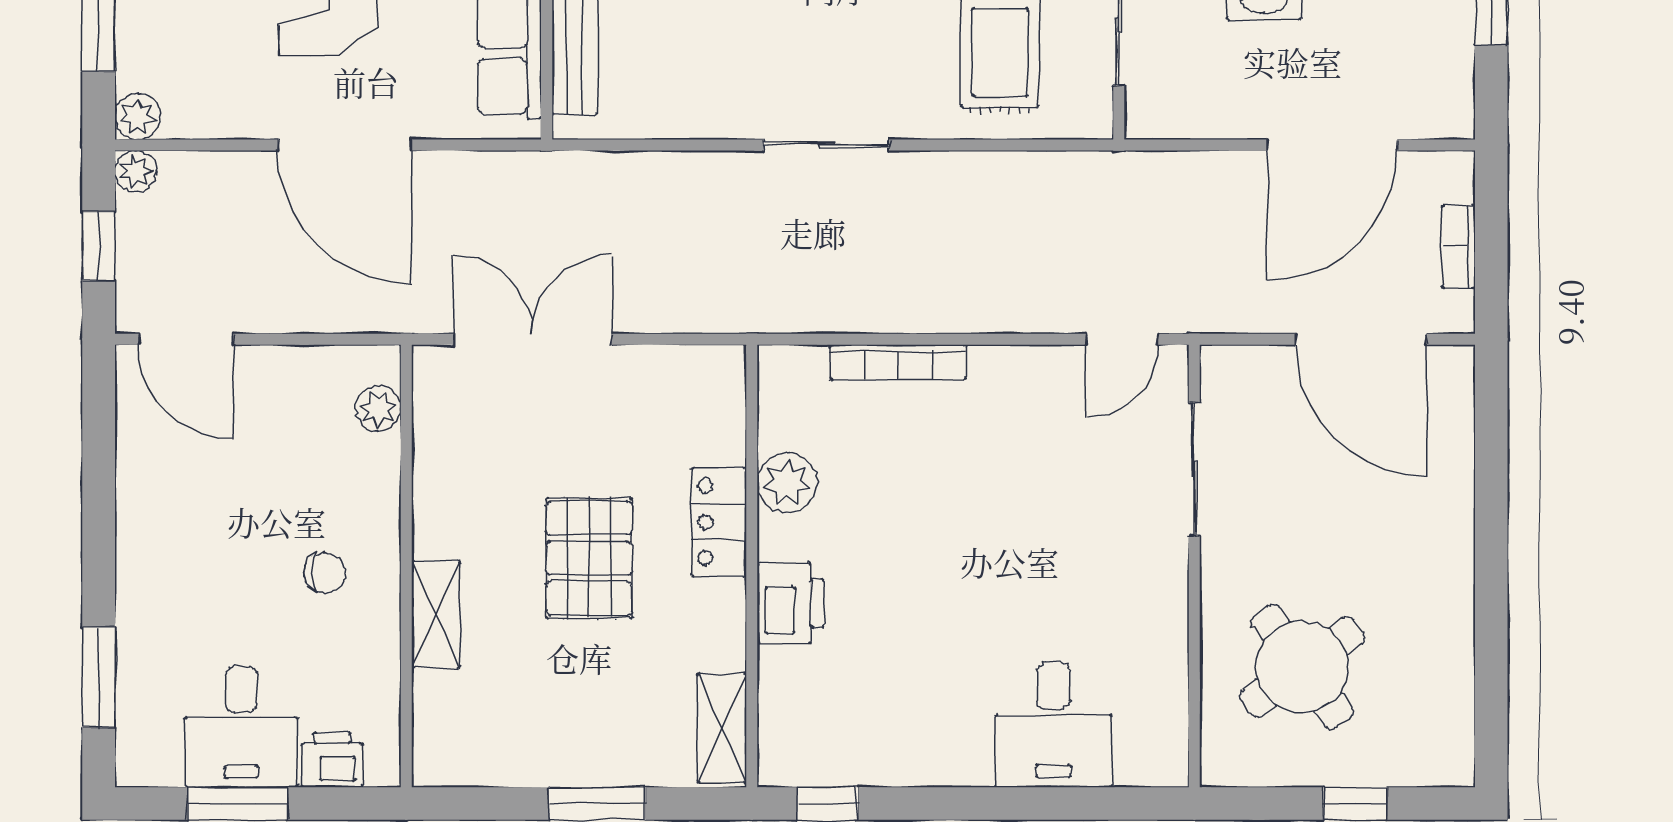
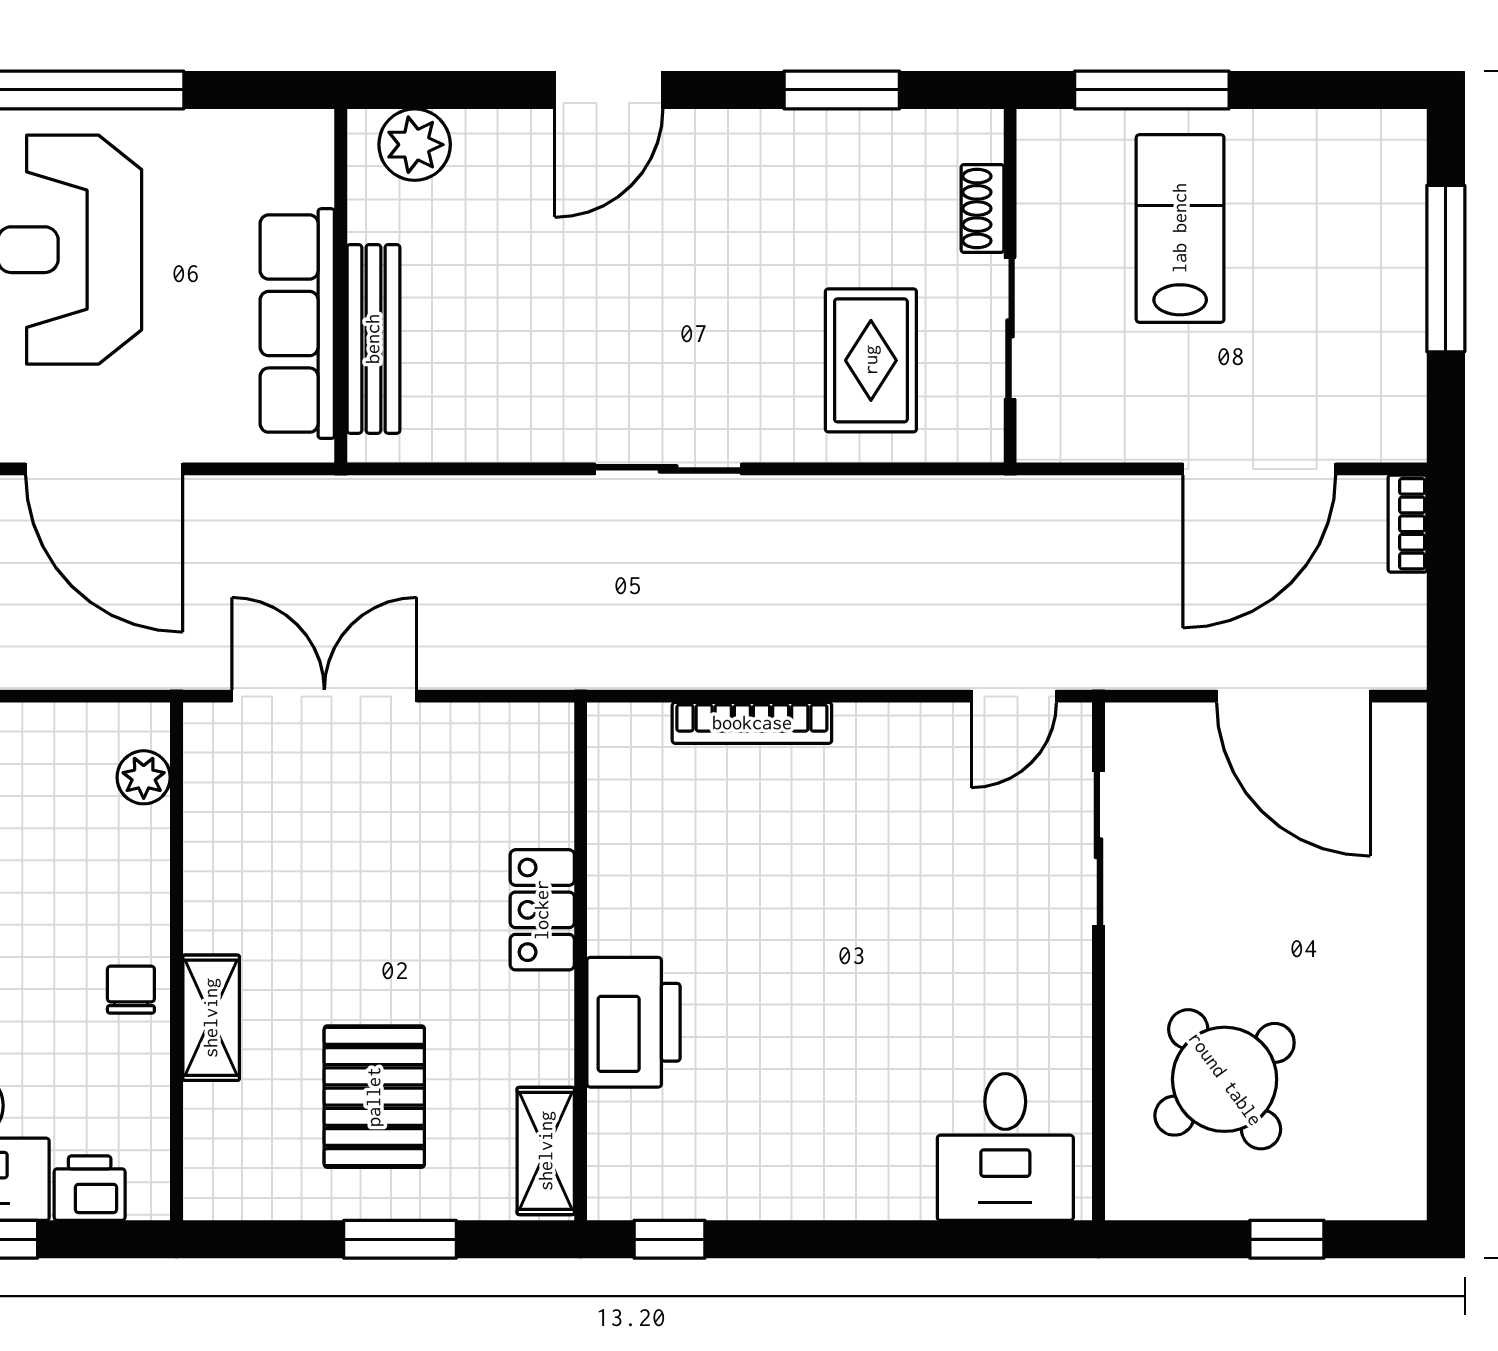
bookcase: (1458, 247) -> (1407, 524), moved
plant: (787, 483) -> (622, 864), removed
pallet: (589, 558) -> (374, 1097), moved
chair: (325, 573) -> (131, 990), moved, turned -90
printer: (790, 603) -> (634, 1022), width x1.37, depth x1.19
desk: (1053, 725) -> (1005, 1147), moved

